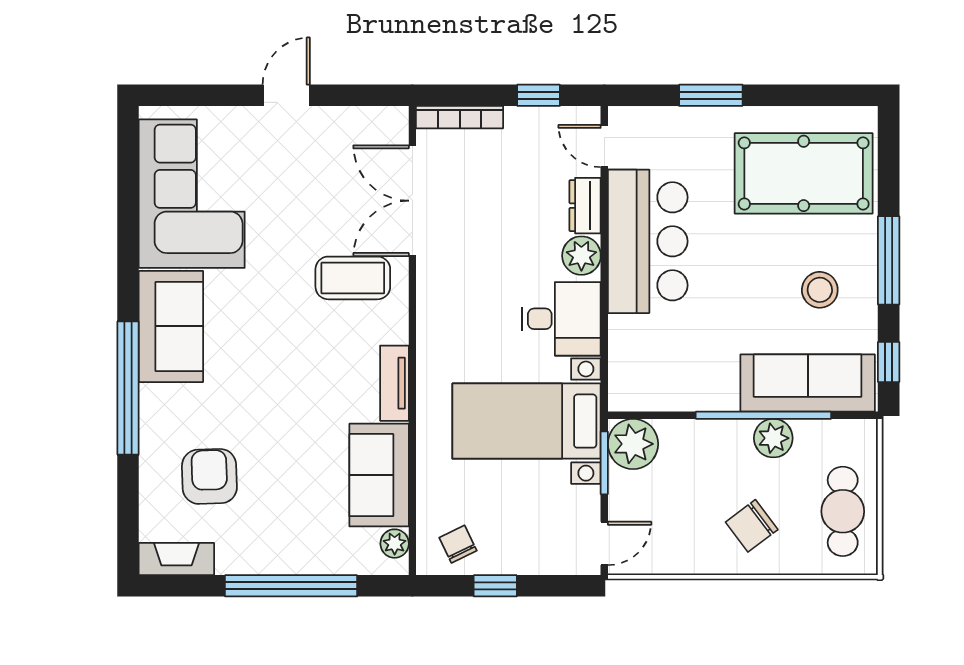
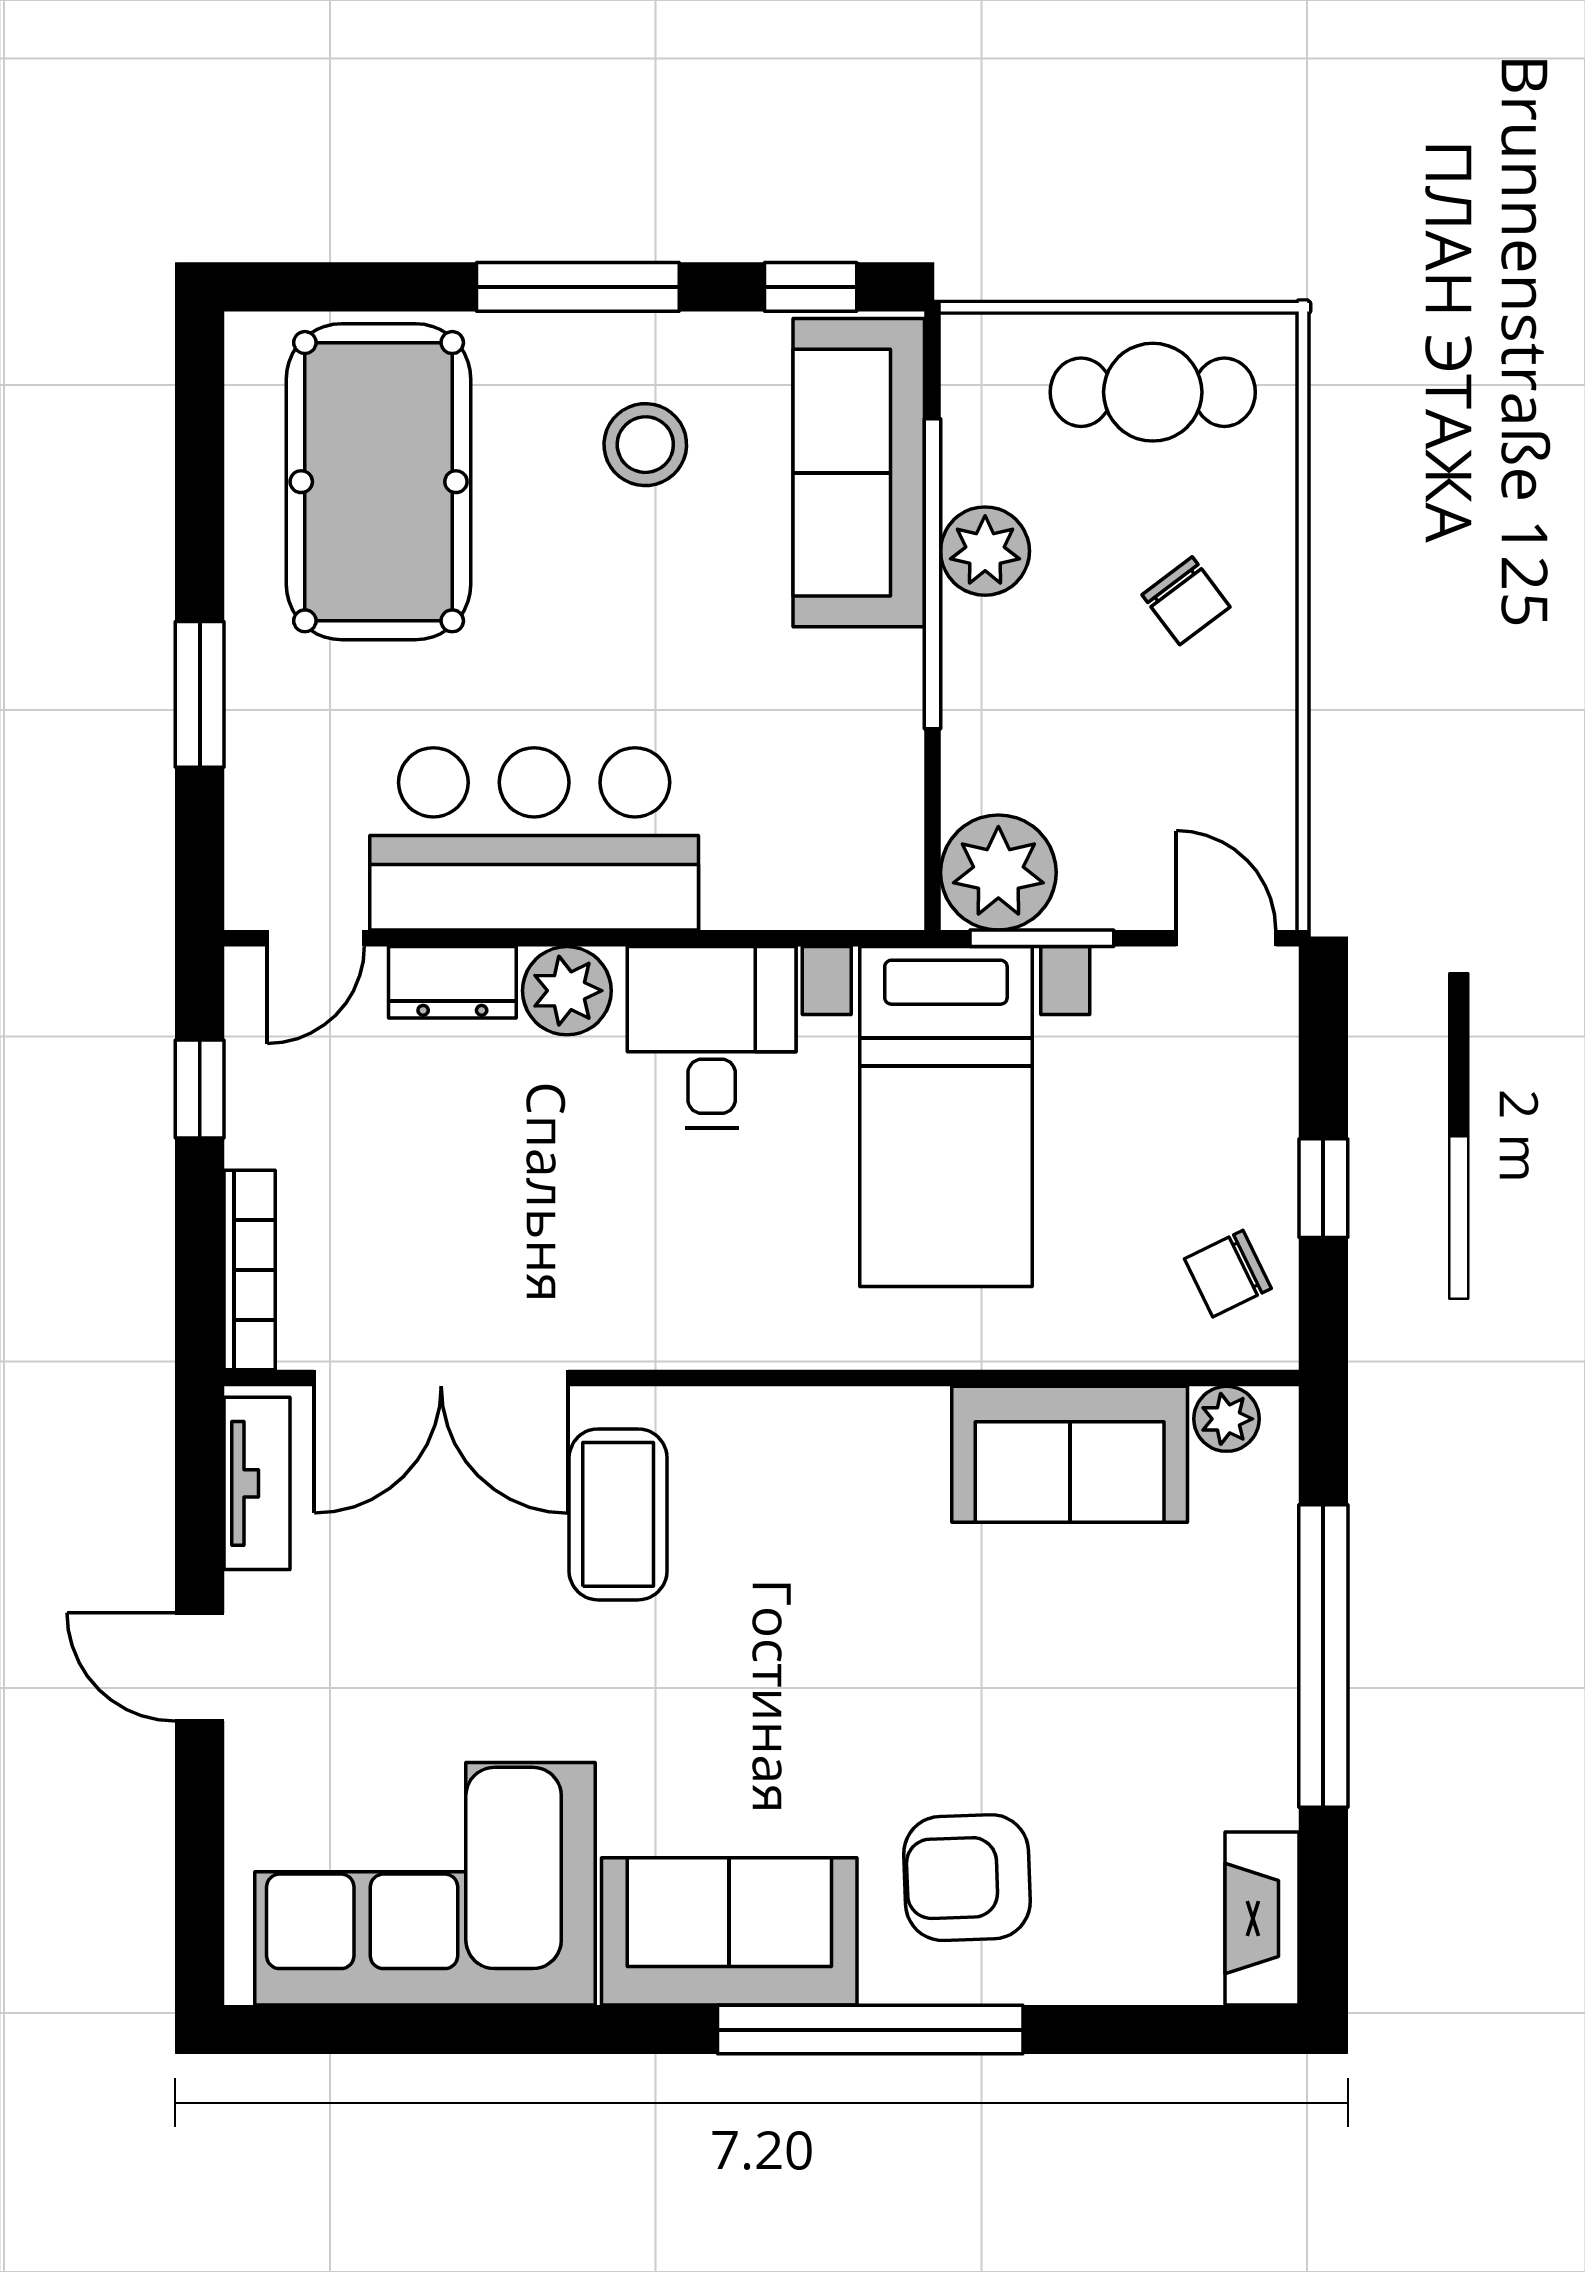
tv unit: (394, 383) -> (257, 1483), moved, turned -90
armchair: (209, 476) -> (967, 1878), moved
chair: (752, 526) -> (1186, 601), width x0.73, depth x0.73

